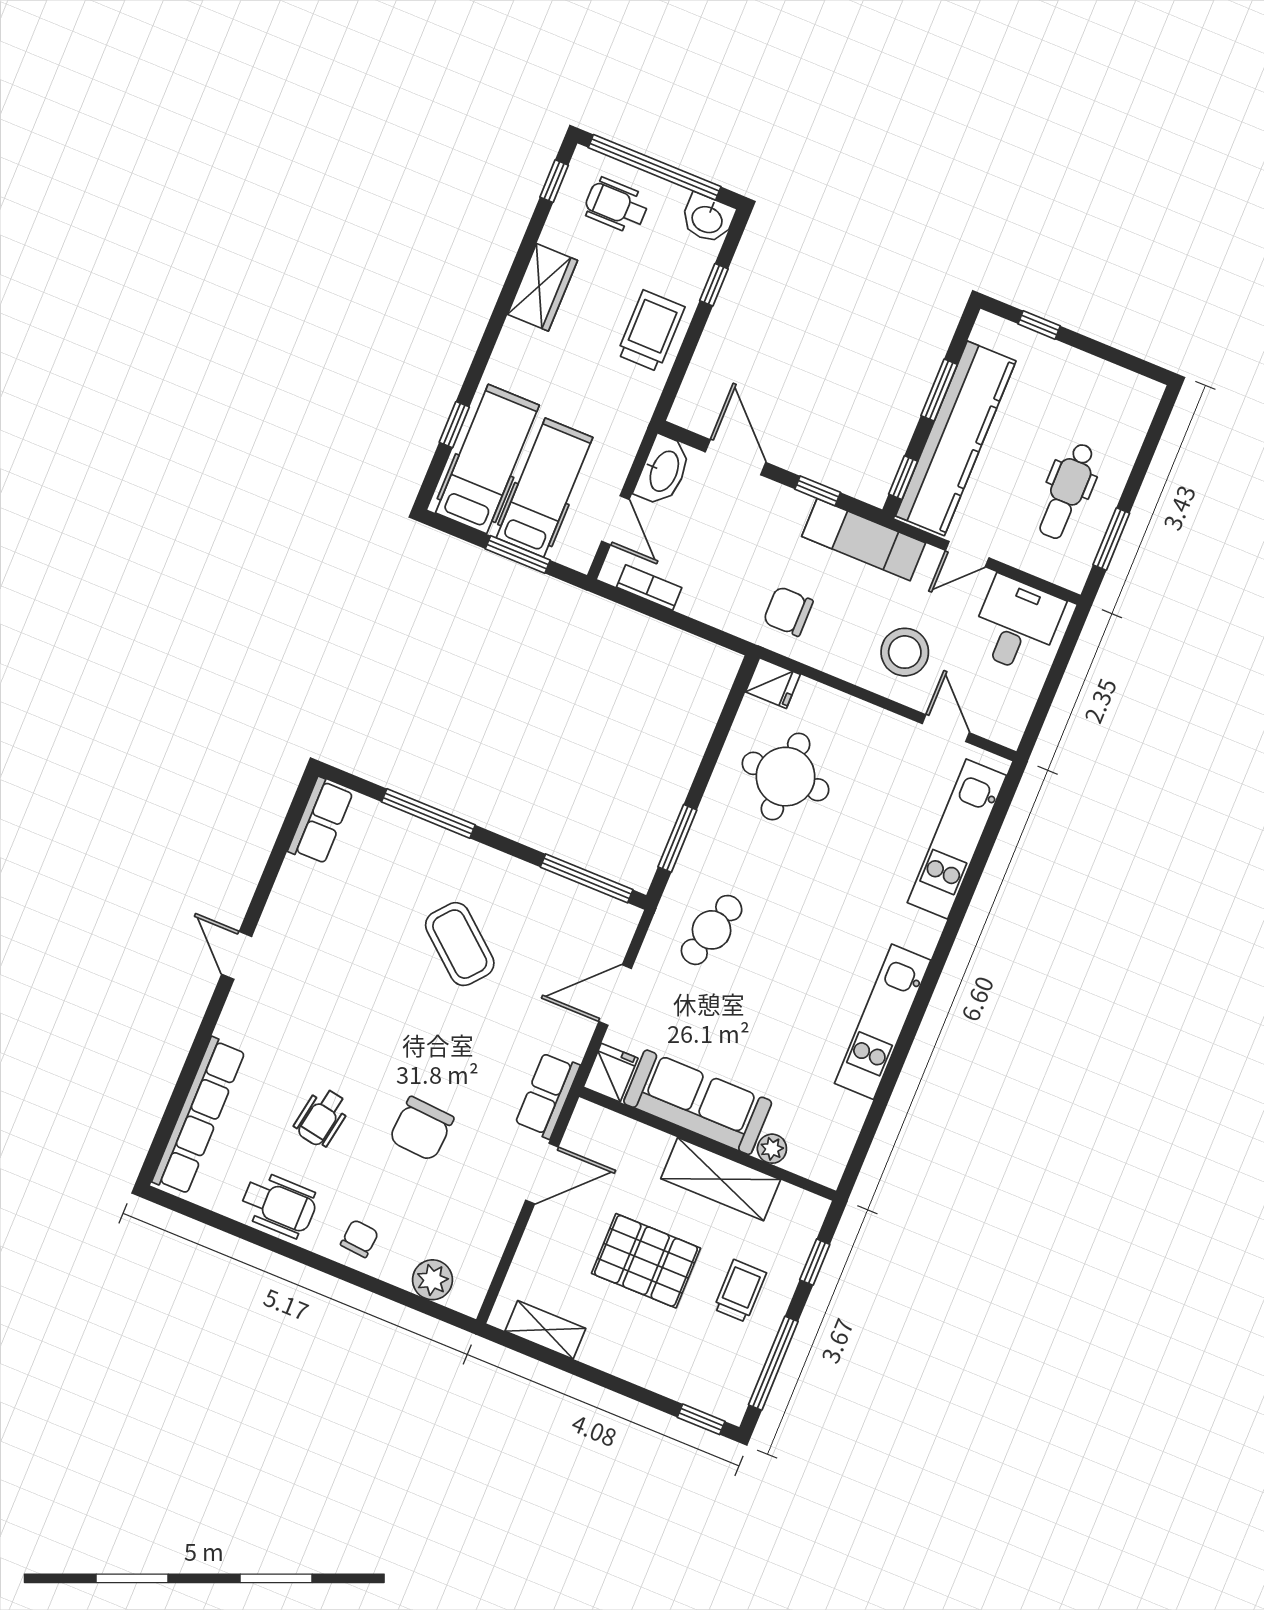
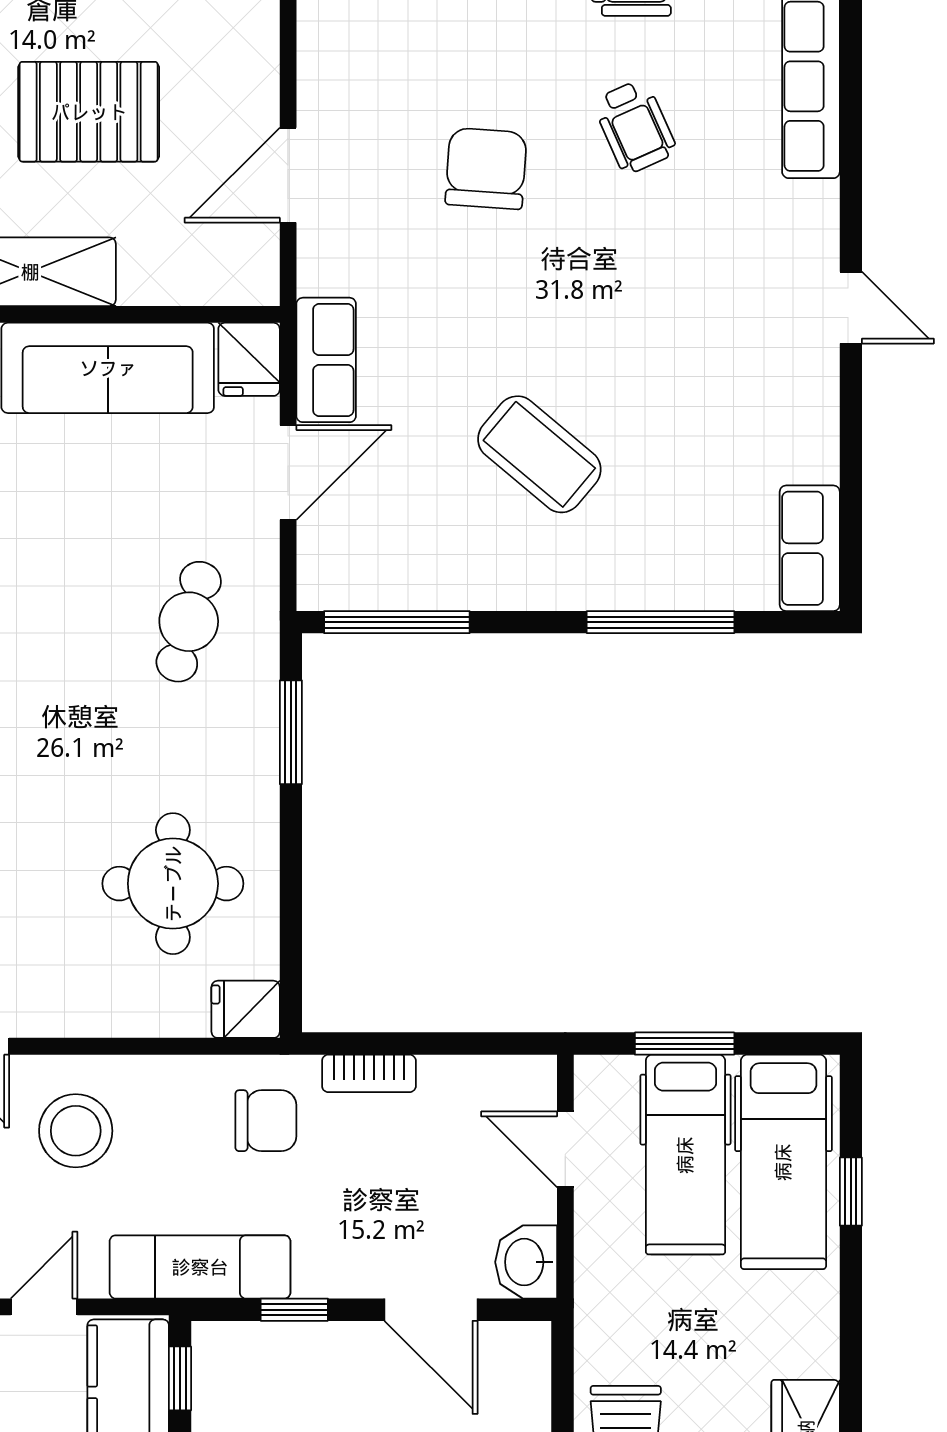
washbasin: (663, 471) -> (526, 1262), width x0.72
bookcase: (649, 587) -> (369, 1073), moved
row of seats: (547, 1095) -> (326, 360), moved
wheelchair: (322, 1117) -> (635, 127), turned 146

